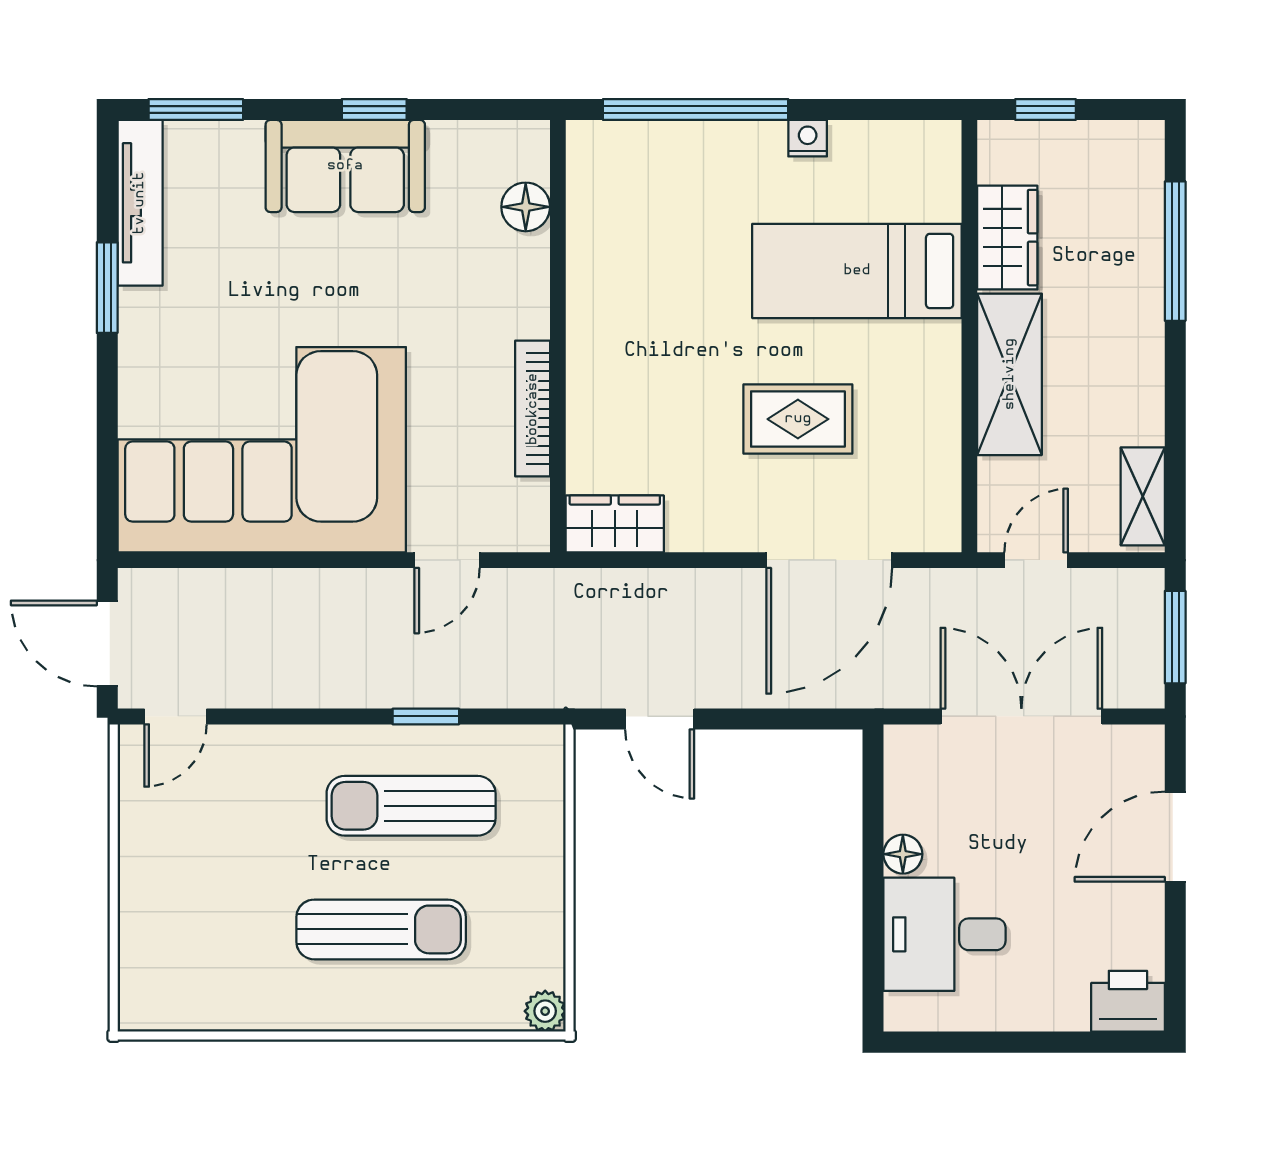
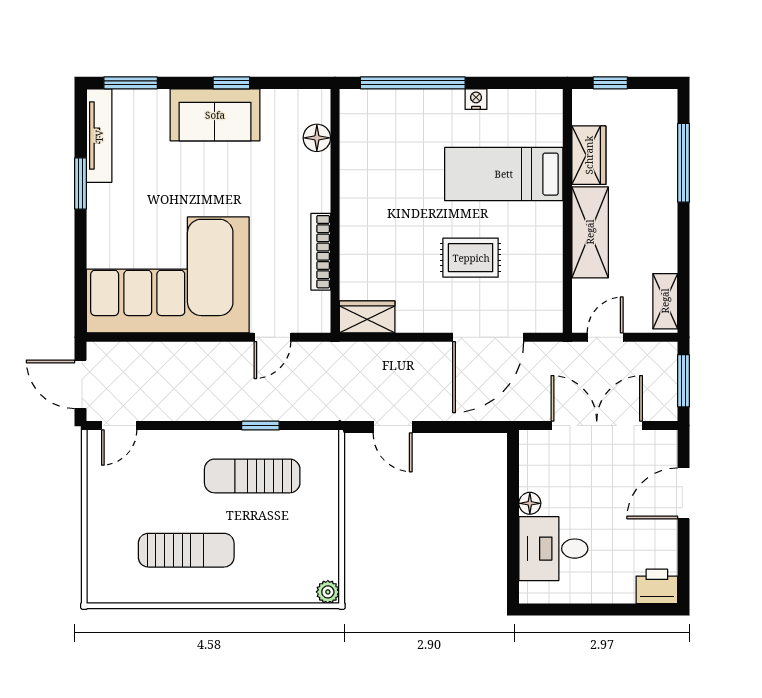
sun lounger: (381, 929) -> (186, 550), moved

